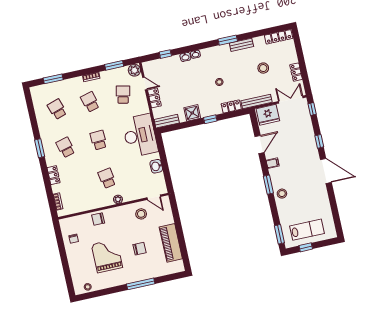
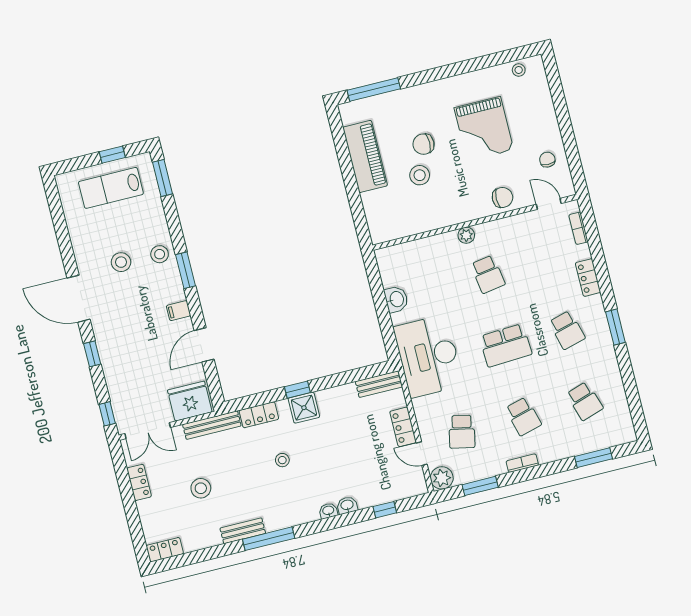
locker: (279, 37) -> (165, 550), width x0.66
window: (228, 40) -> (269, 539), width x1.44
shower: (192, 113) -> (304, 408), moved
school desk: (99, 140) -> (506, 345), width x1.85
stool: (303, 190) -> (121, 262), added
door: (154, 197) -> (549, 204), moved
stool: (141, 214) -> (420, 175), moved
window: (141, 284) -> (374, 89), moved

